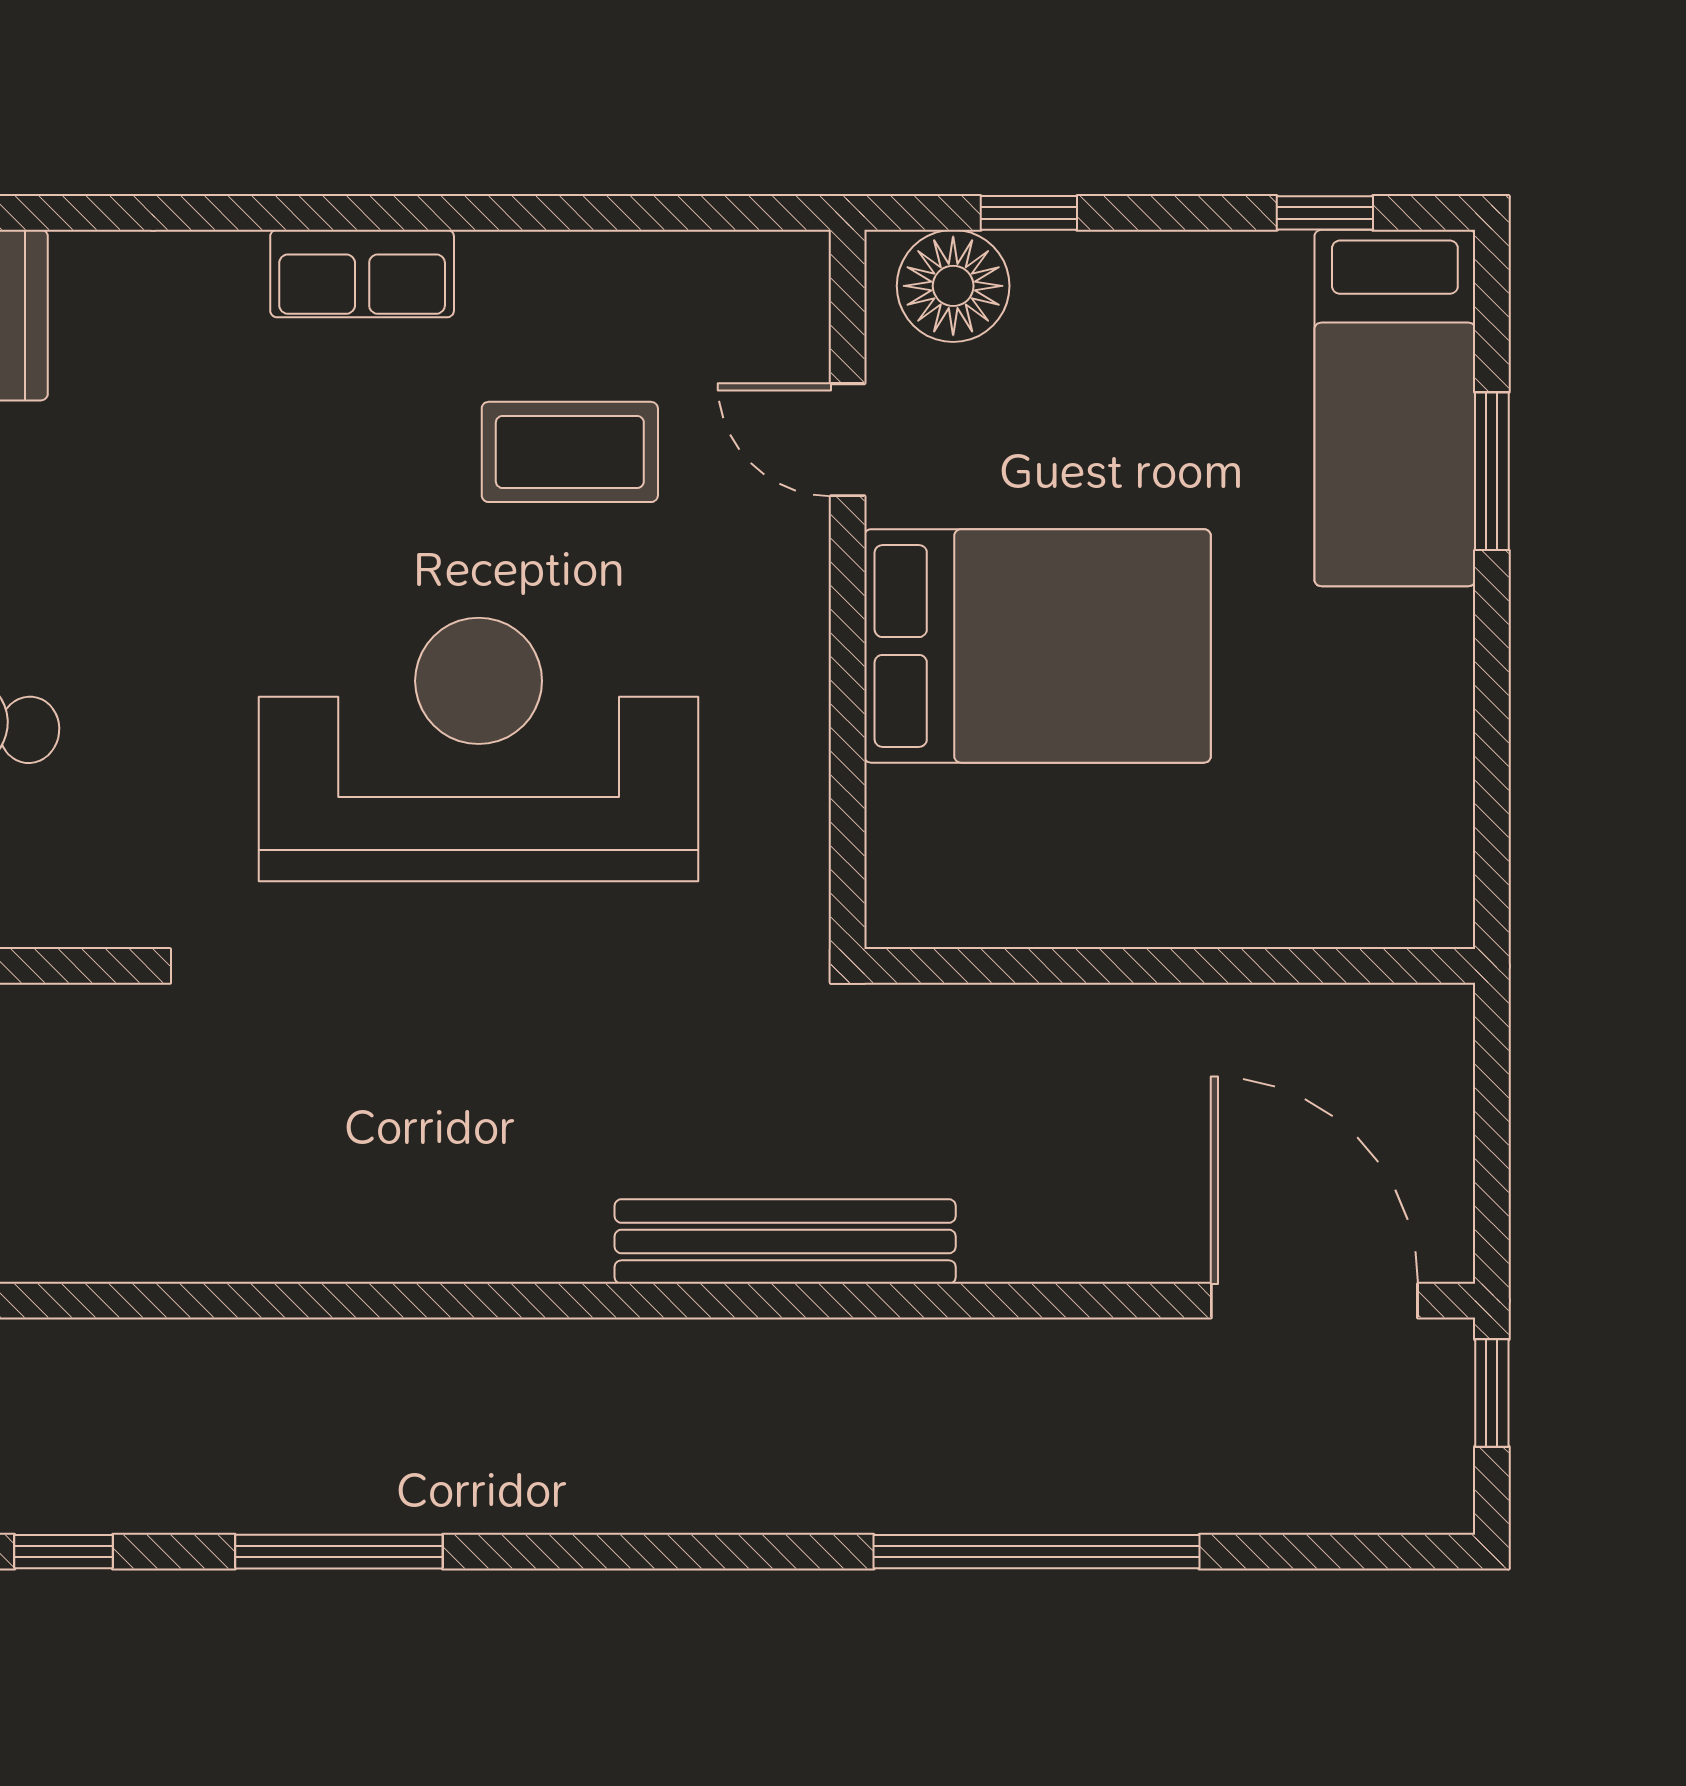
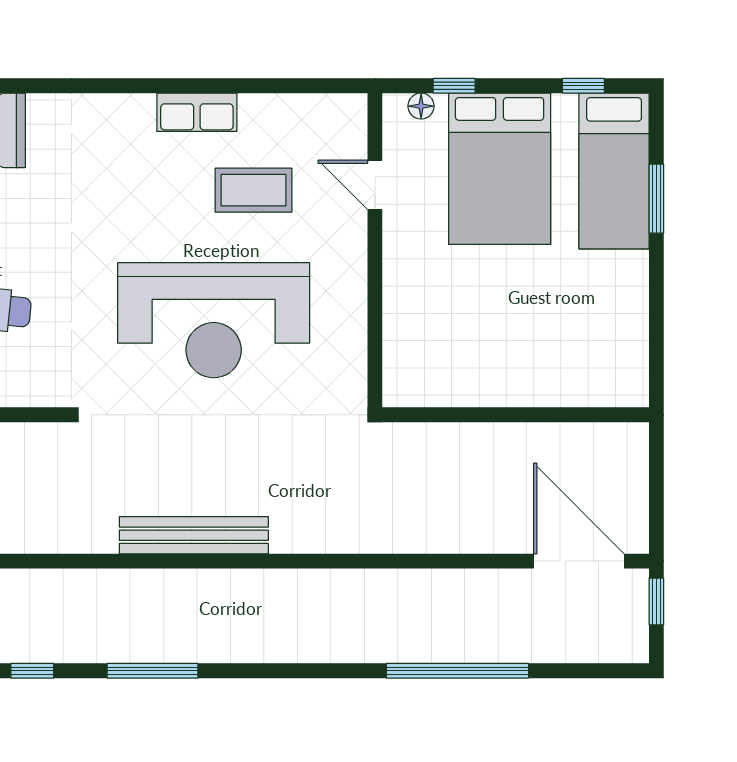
row of seats: (362, 274) -> (197, 112), moved
floor lamp: (953, 286) -> (421, 106), width x0.53, depth x0.53
bed: (1037, 646) -> (500, 169), moved, turned 90
reception desk: (479, 749) -> (214, 320), turned 180
bench: (785, 1242) -> (194, 535), moved

